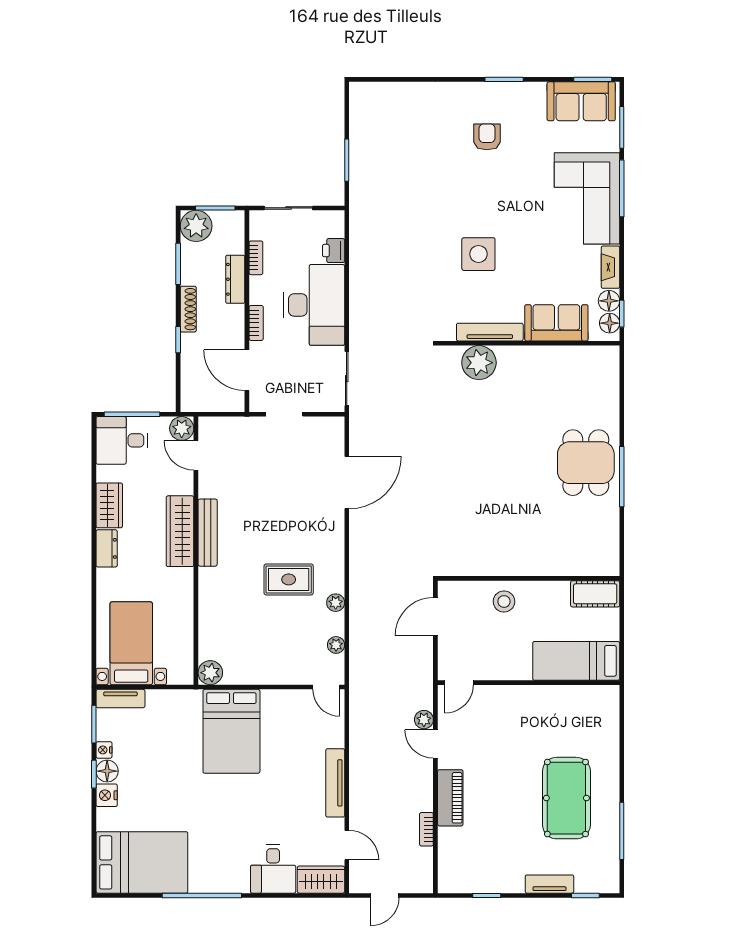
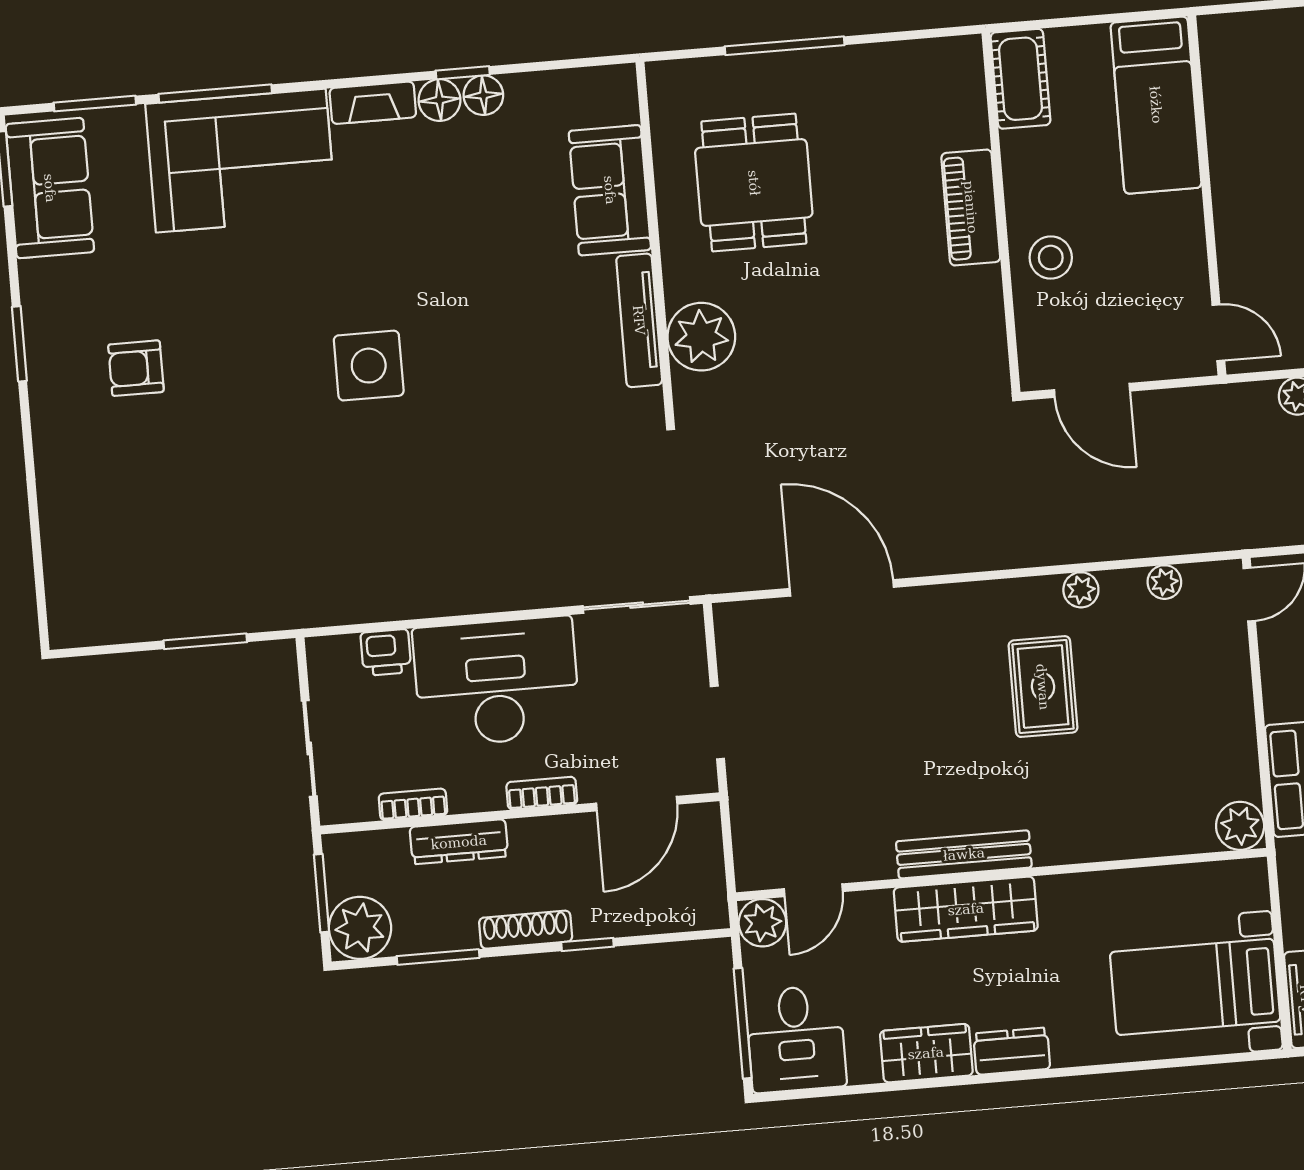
sofa: (556, 323) -> (610, 190), moved
tv unit: (490, 332) -> (639, 320), moved
wall: (529, 343) -> (655, 242), moved
plant: (479, 363) -> (701, 337), moved
dining table: (586, 463) -> (754, 183), moved, turned 90
piano: (533, 563) -> (971, 207), added

